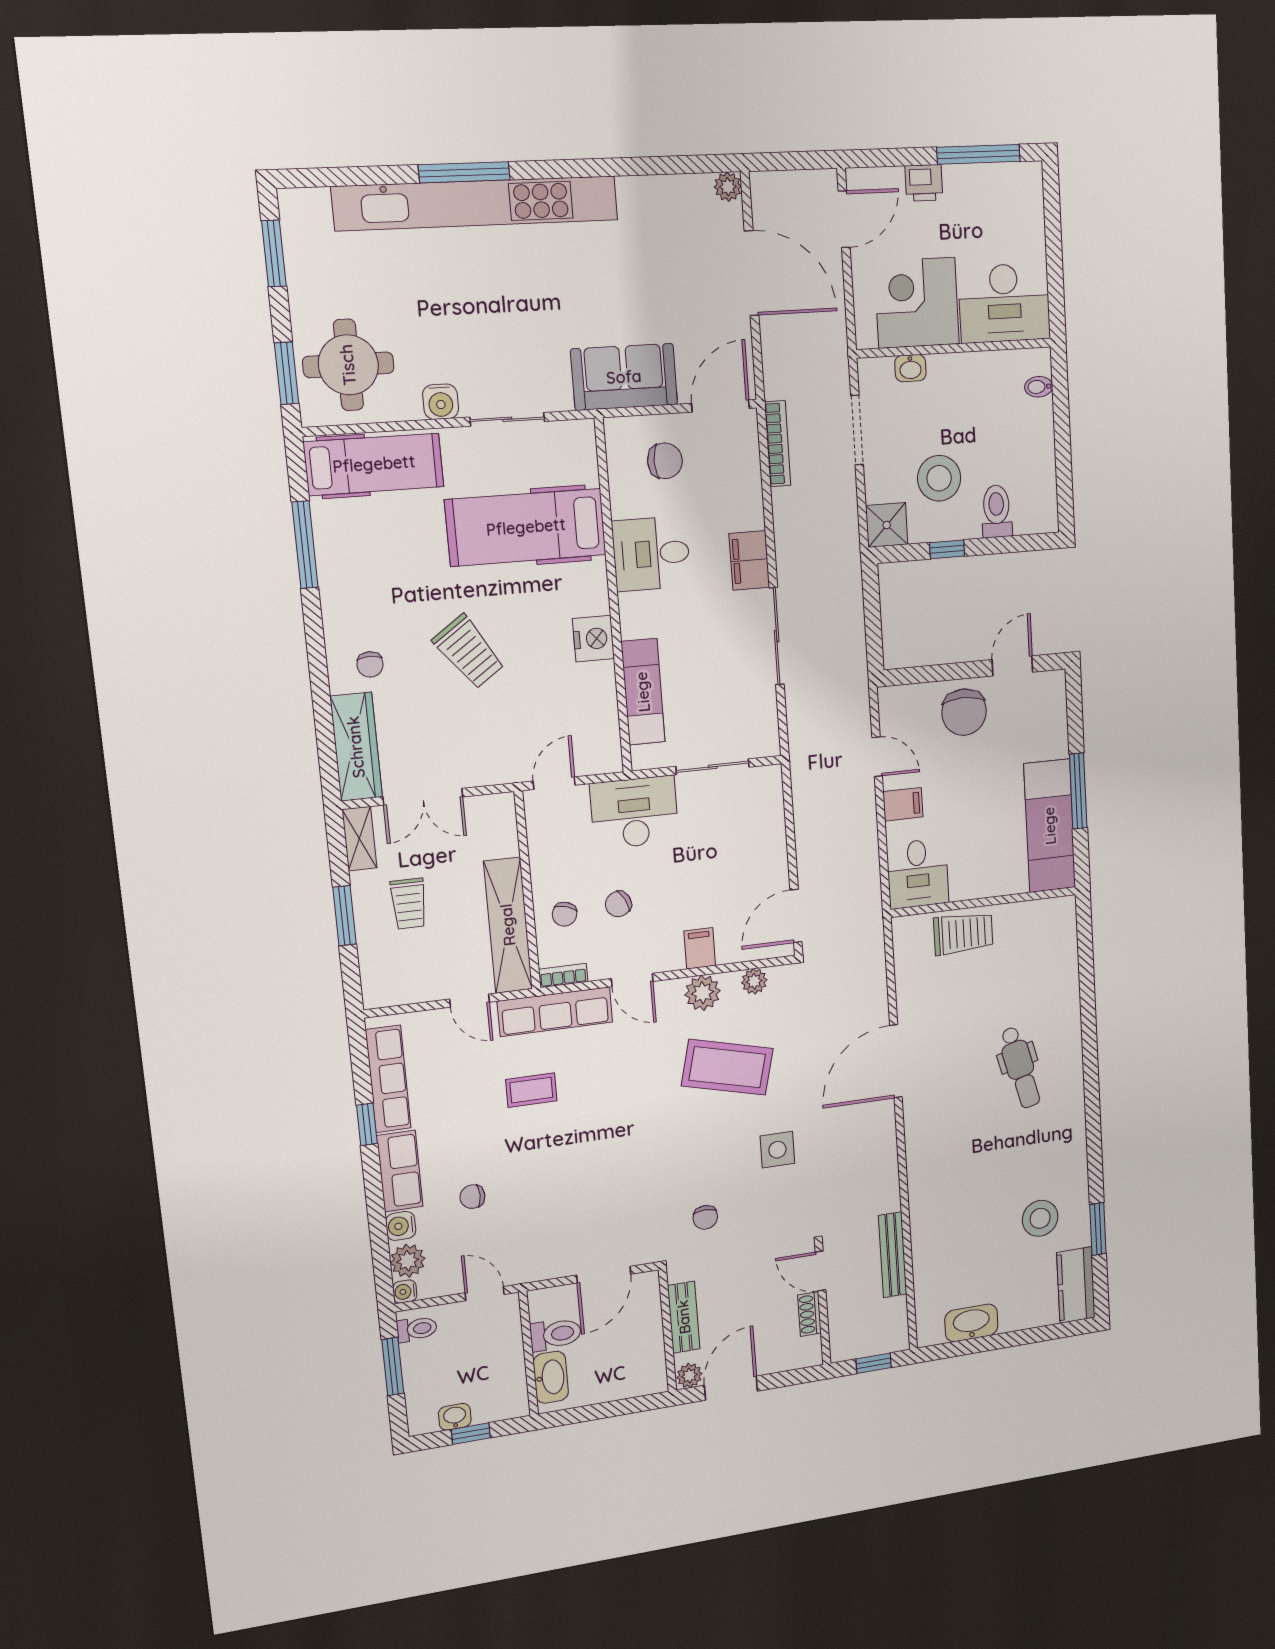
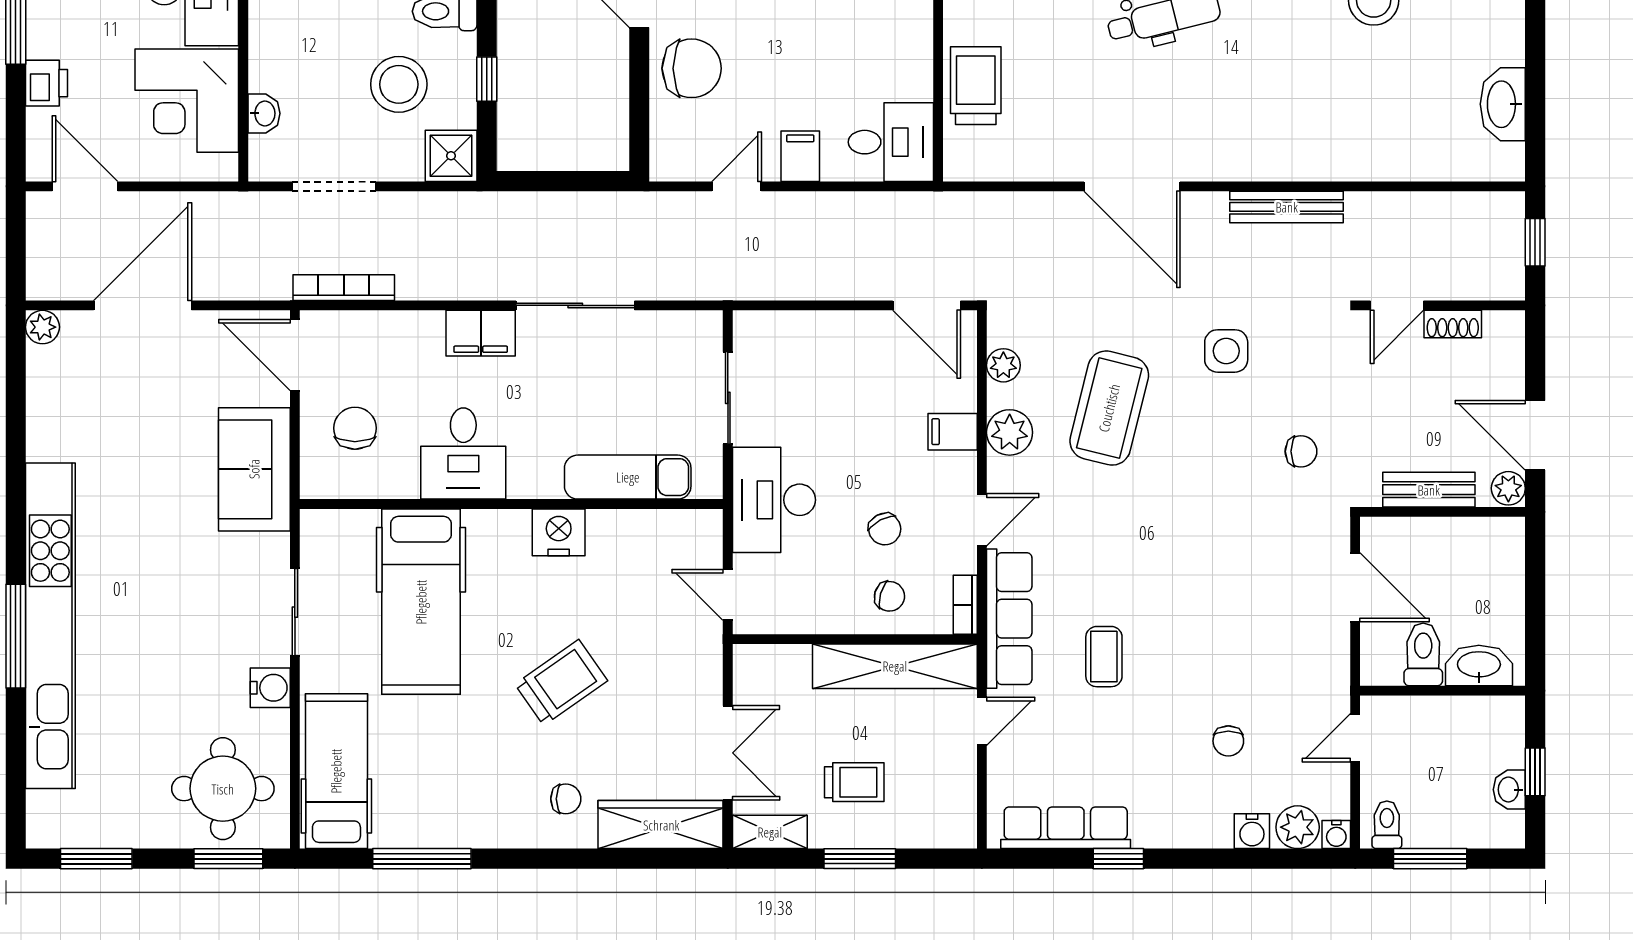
row of seats: (400, 1171) -> (1182, 825), removed
bench: (893, 1255) -> (1287, 207), moved

